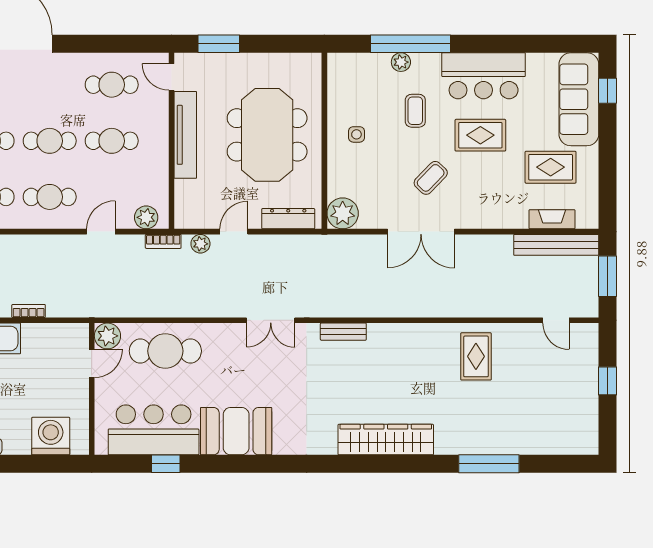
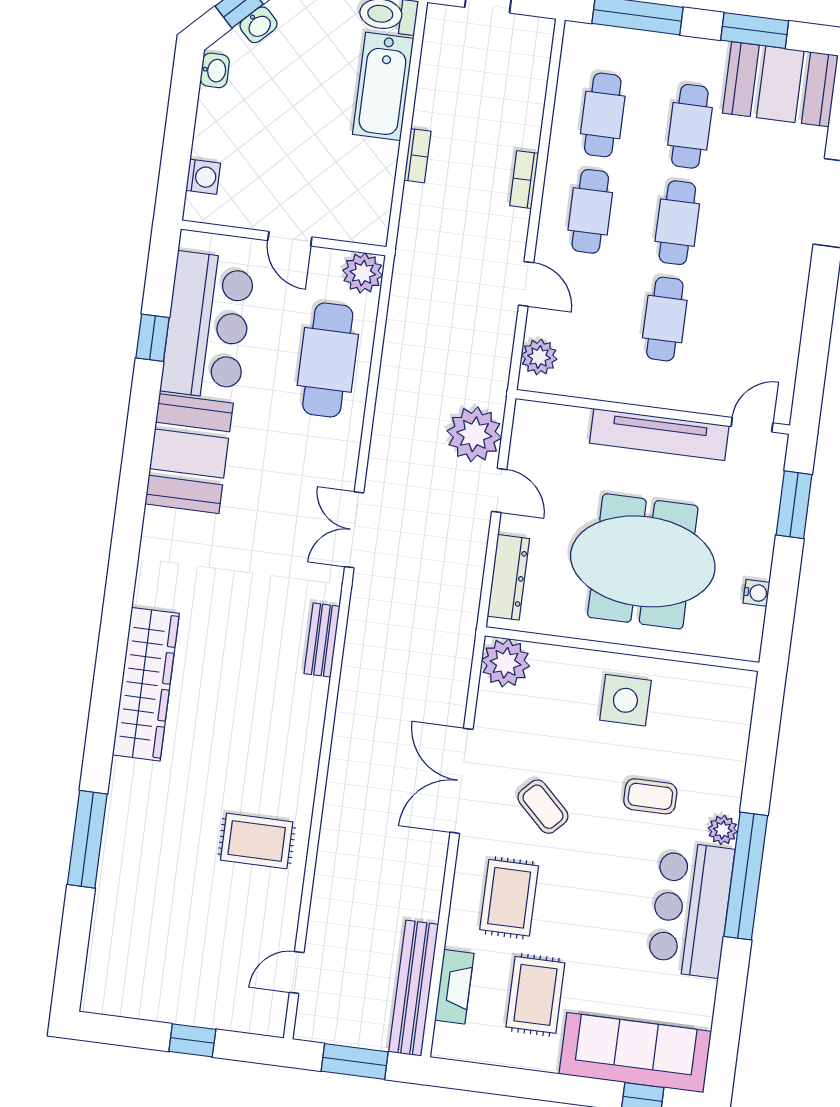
window: (411, 44) -> (746, 876), moved
water cooler: (278, 60) -> (756, 593), added
plant: (401, 62) -> (723, 830), moved
cafe table: (112, 85) -> (752, 330), removed
side table: (356, 134) -> (625, 700), width x1.87, depth x1.87
rug: (480, 135) -> (509, 898), moved
bookcase: (163, 241) -> (524, 180), moved
plant: (200, 244) -> (474, 434), width x1.87, depth x1.87
door: (92, 363) -> (290, 239), moved
washing machine: (51, 436) -> (203, 177), width x0.53, depth x0.53

